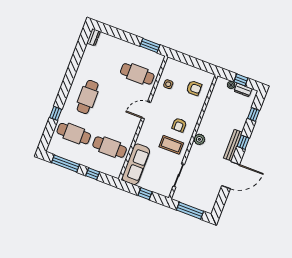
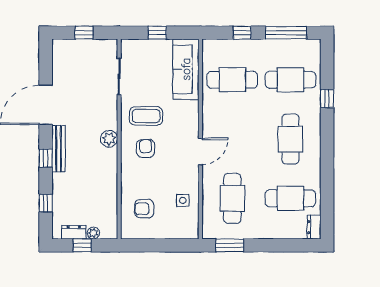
cafe table: (101, 60) -> (290, 198), added
cafe table: (137, 74) -> (232, 198), turned 90
window: (190, 211) -> (84, 33), width x0.46

